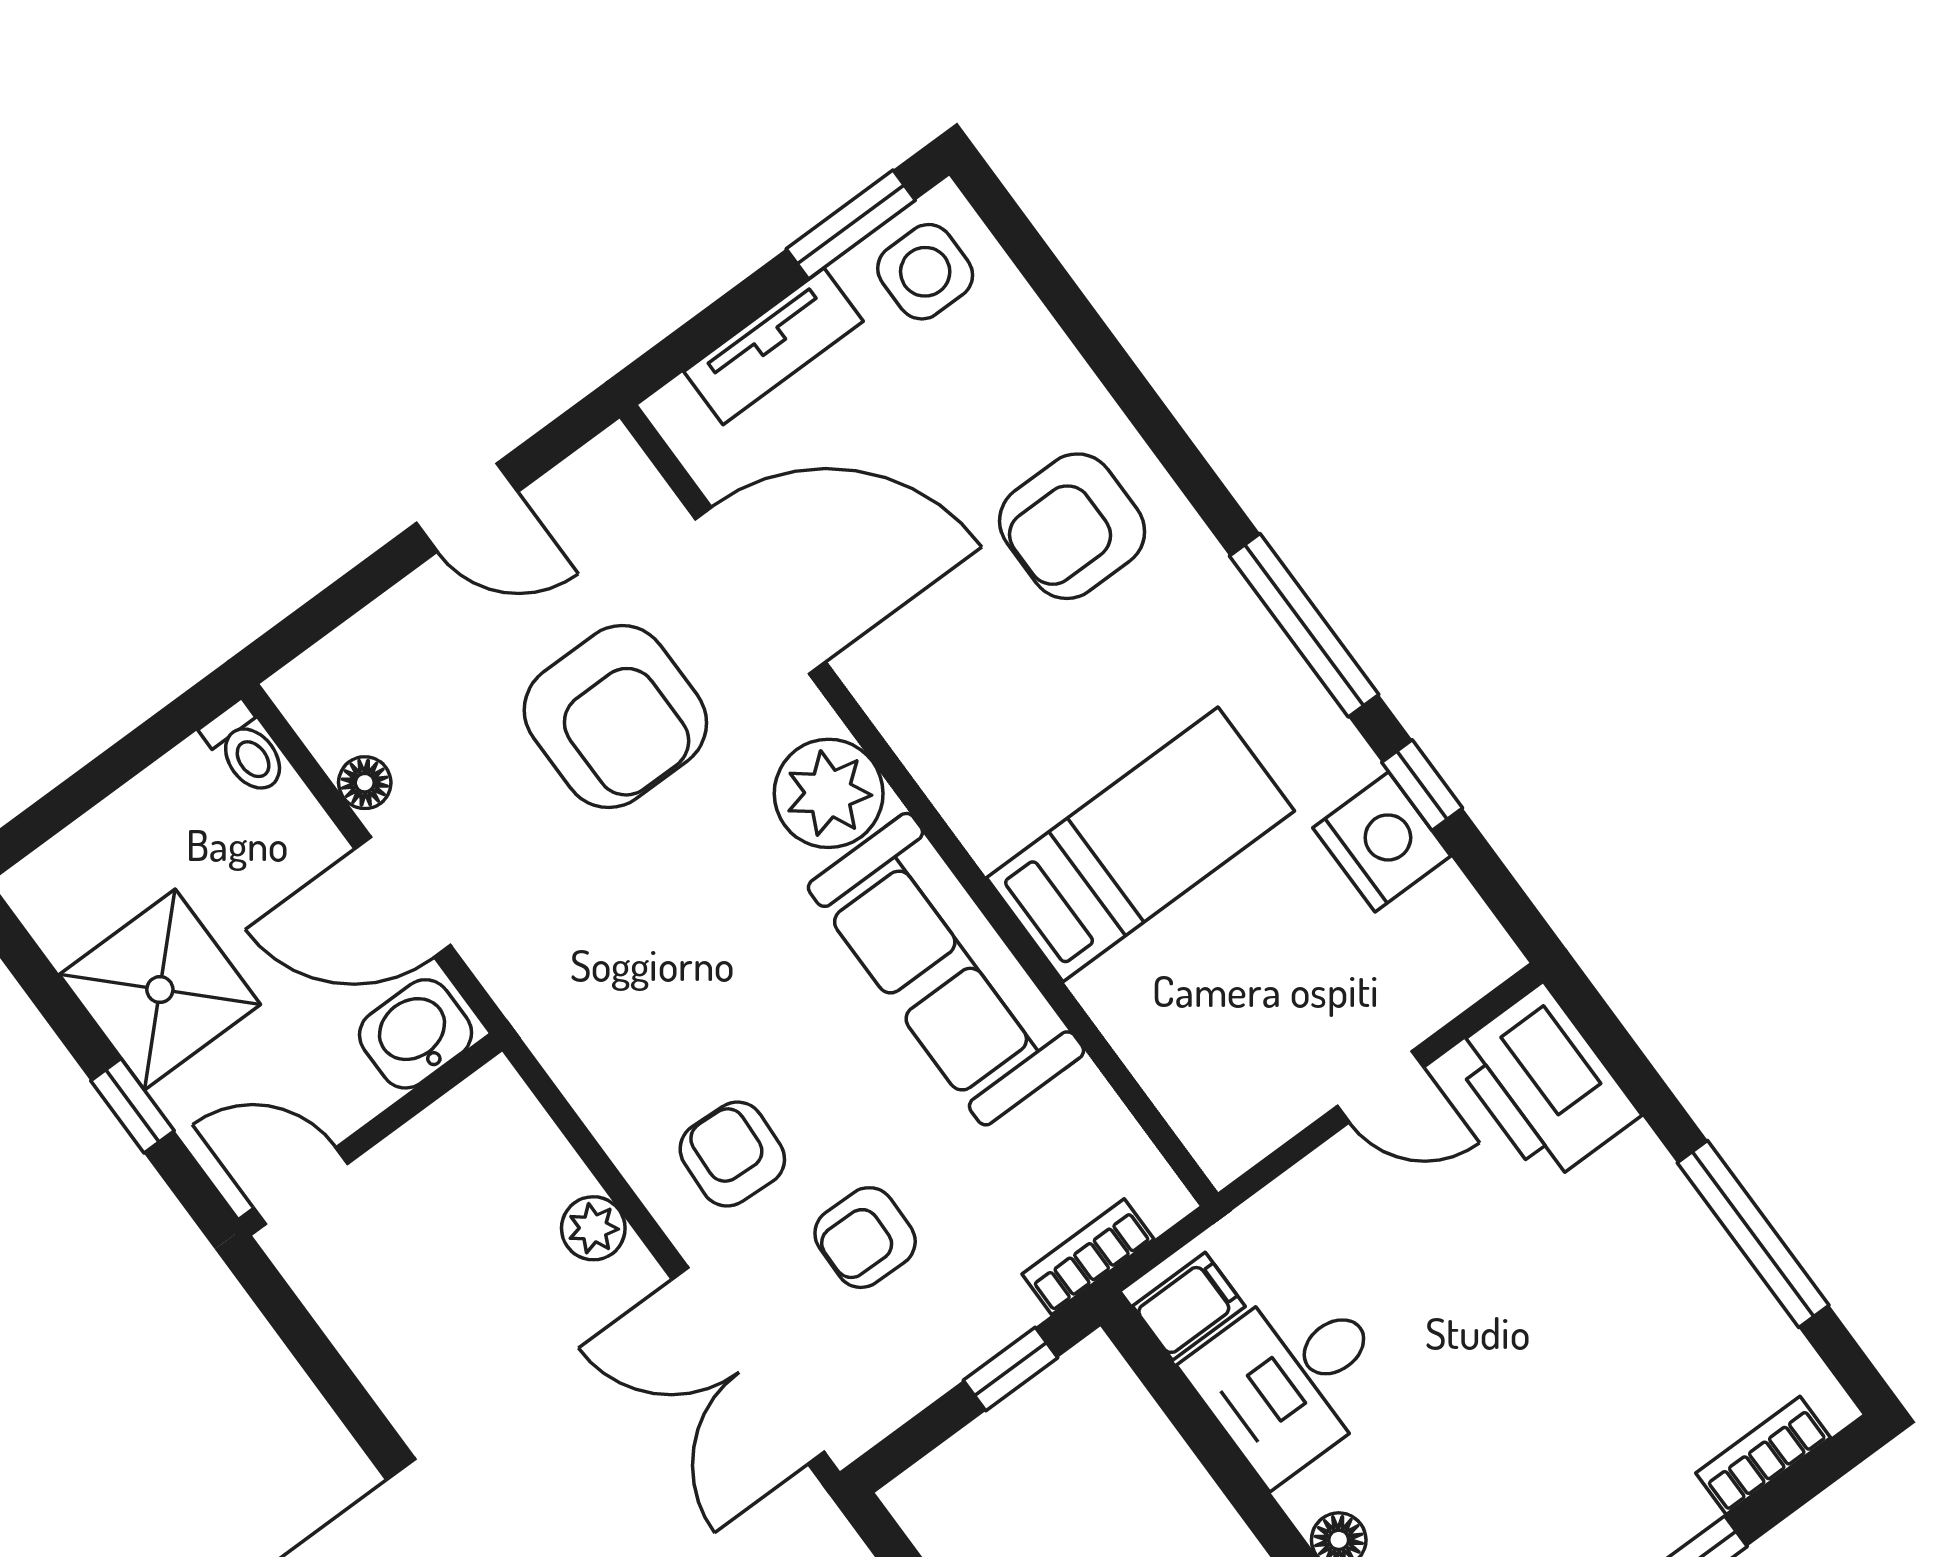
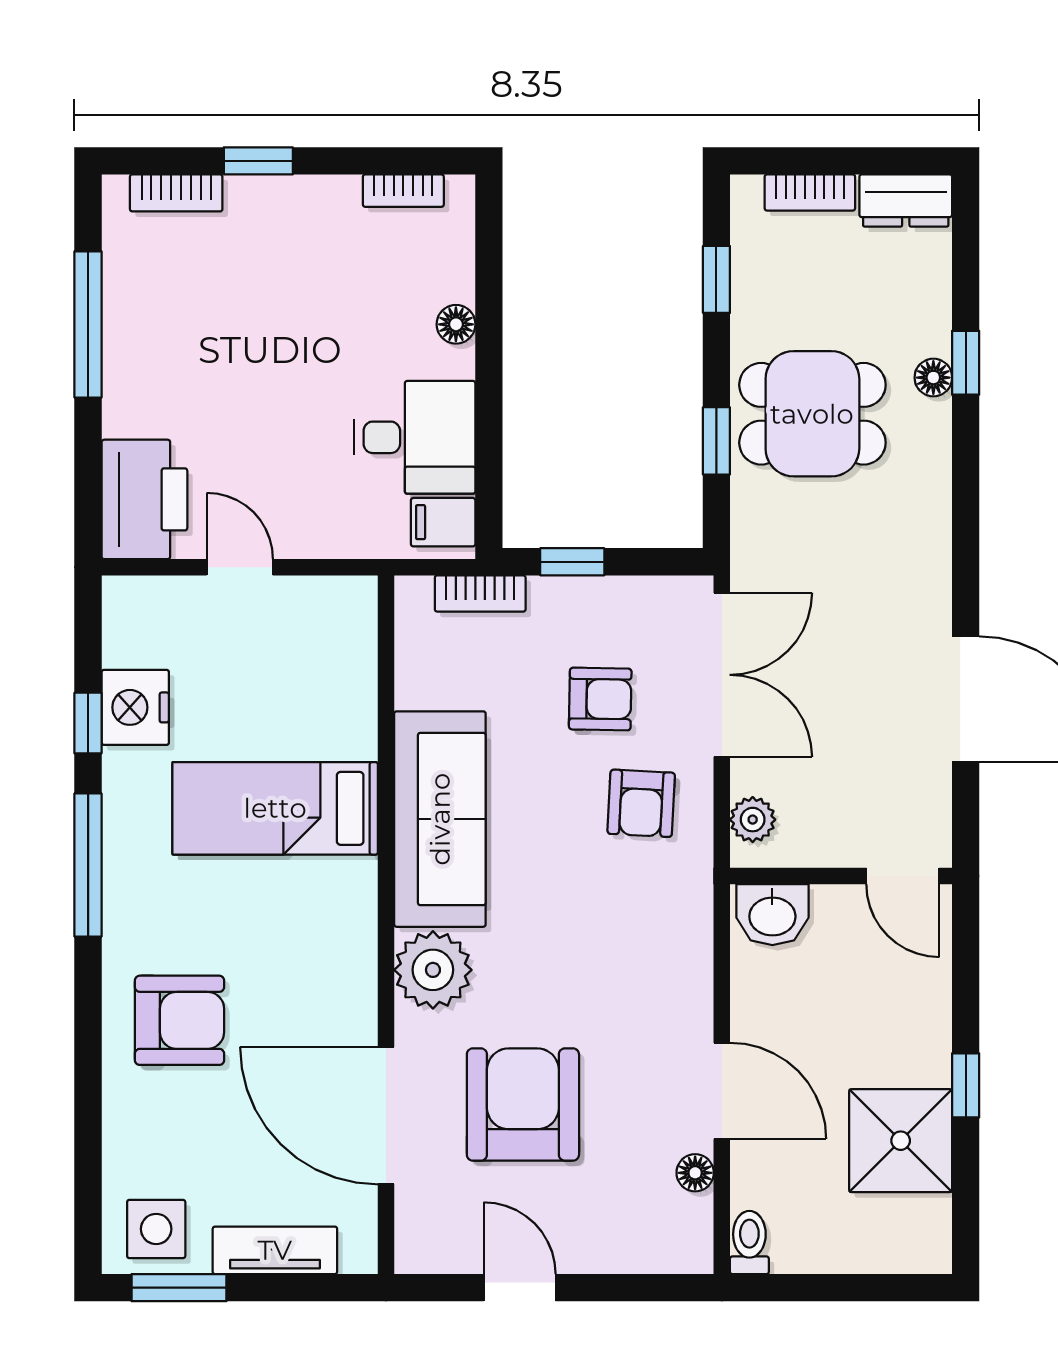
washbasin: (416, 1034) -> (772, 915), moved
wall: (370, 1134) -> (841, 876), moved
door: (301, 1186) -> (903, 876), moved

